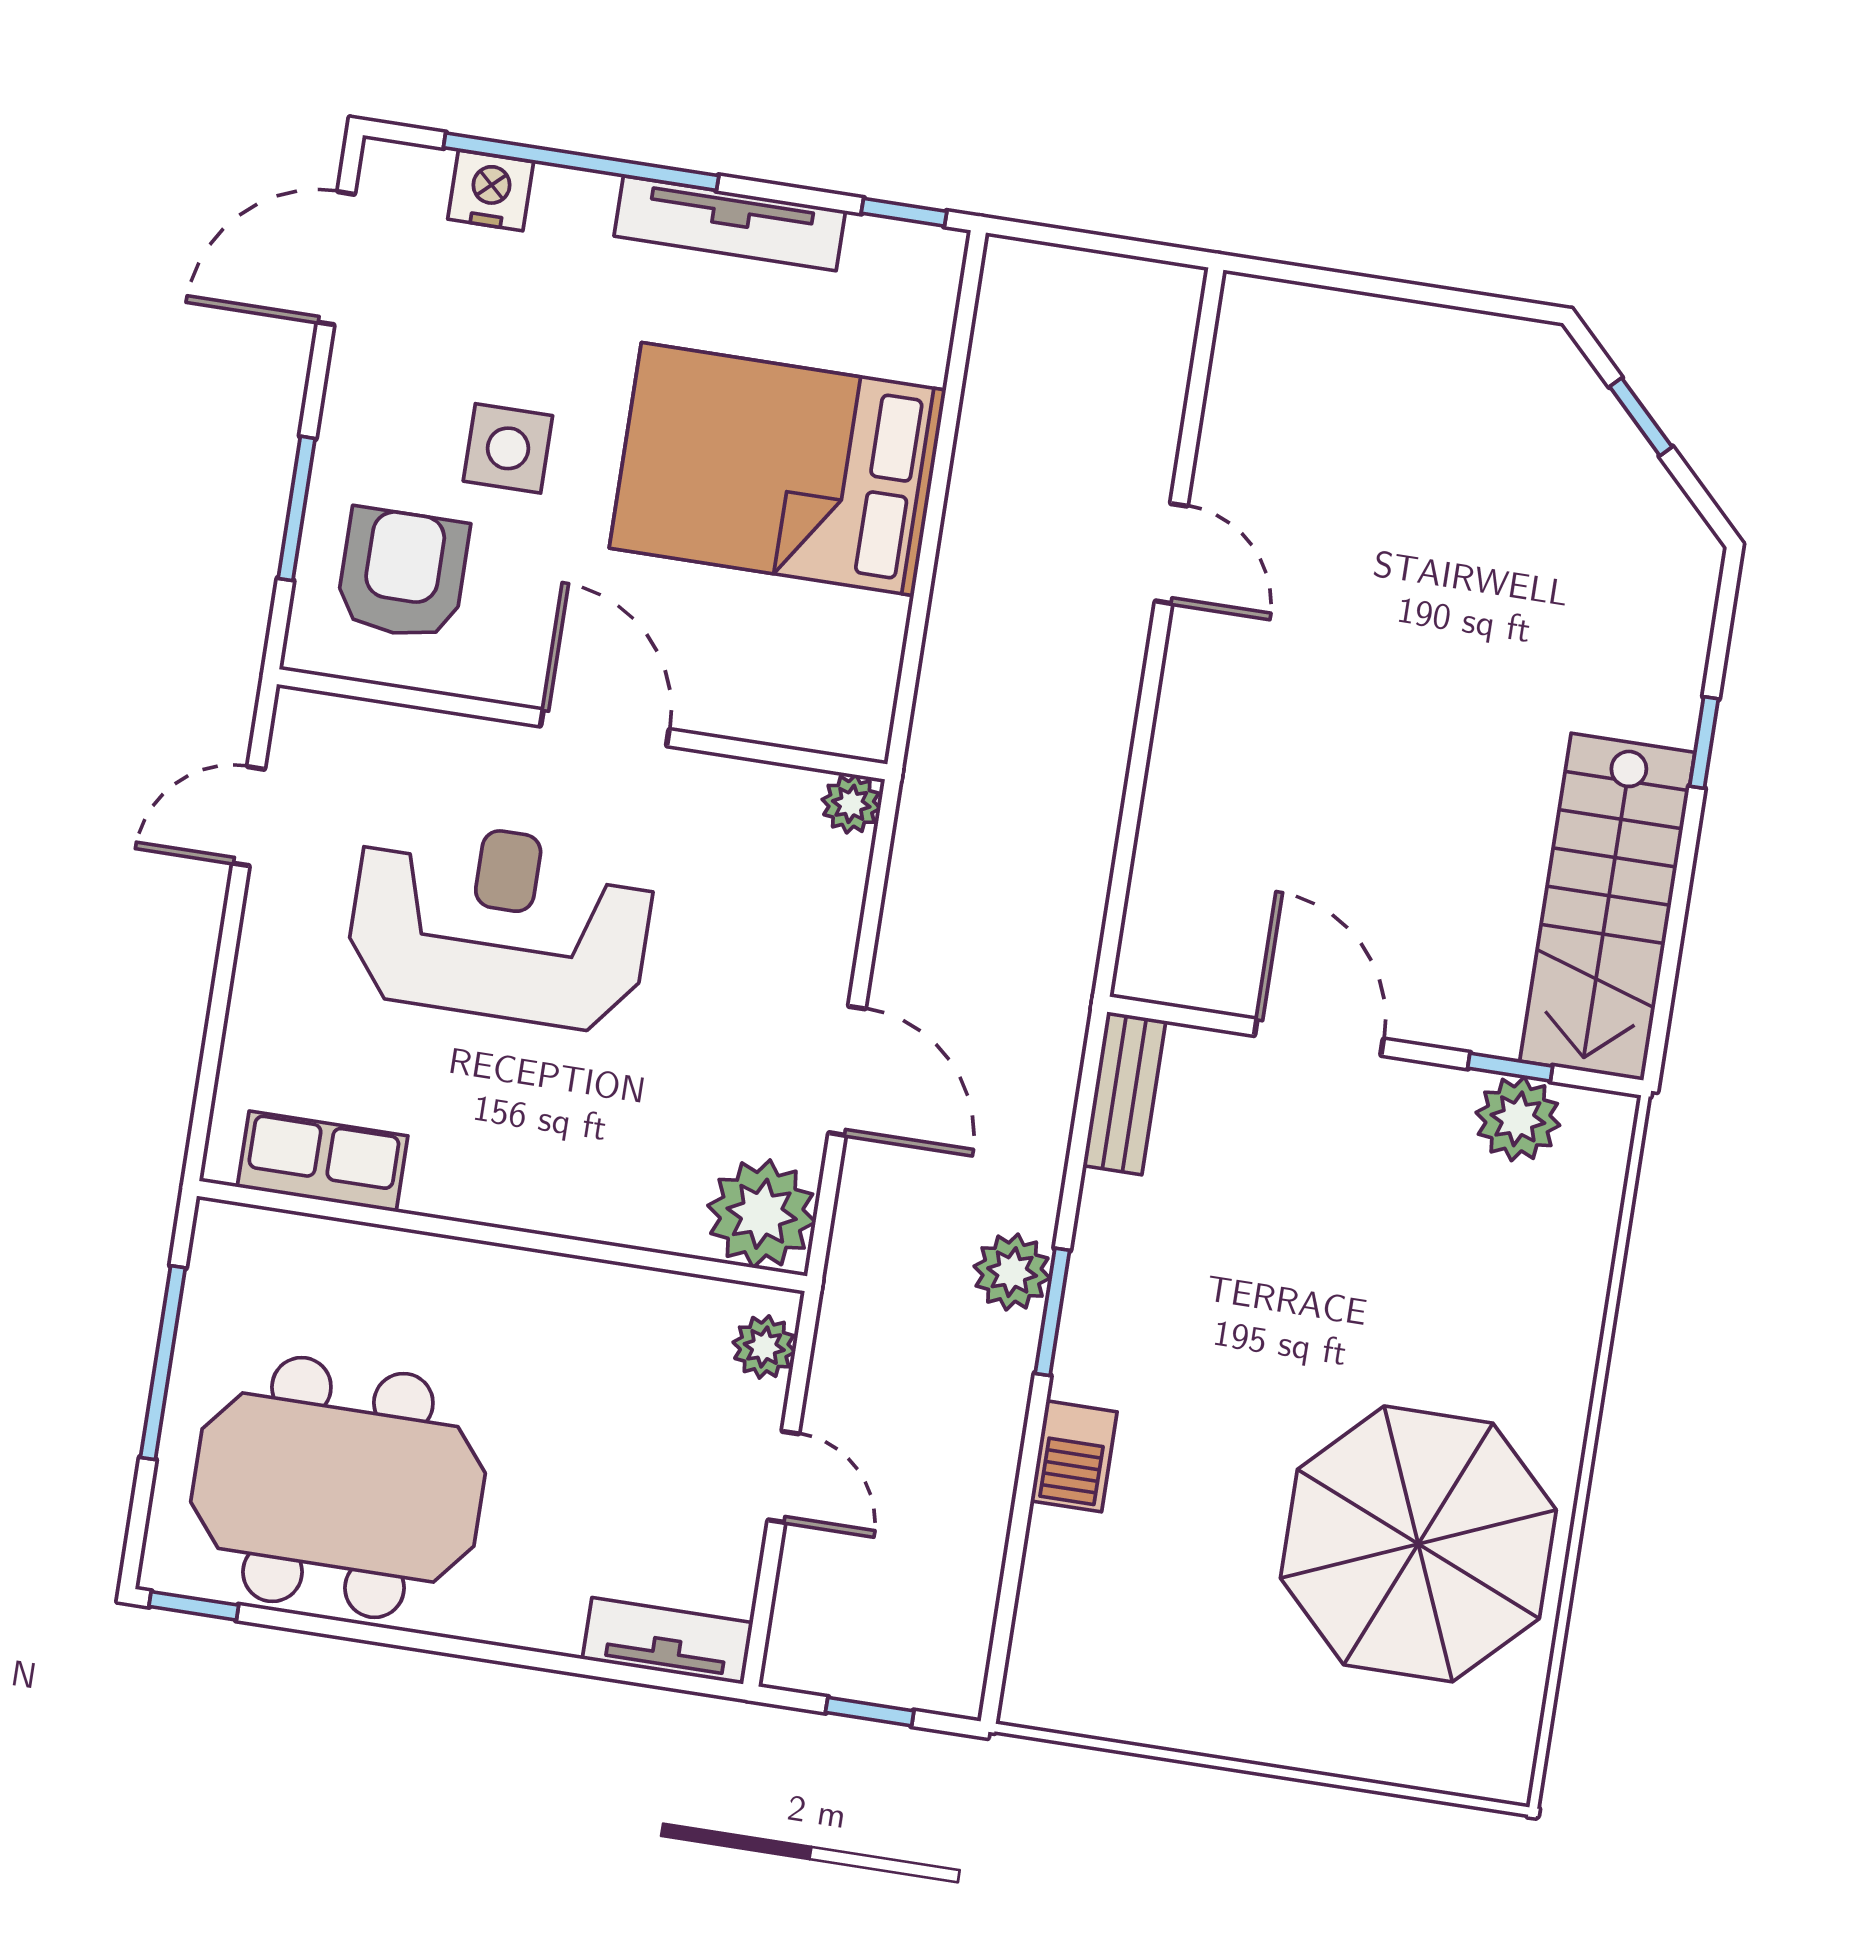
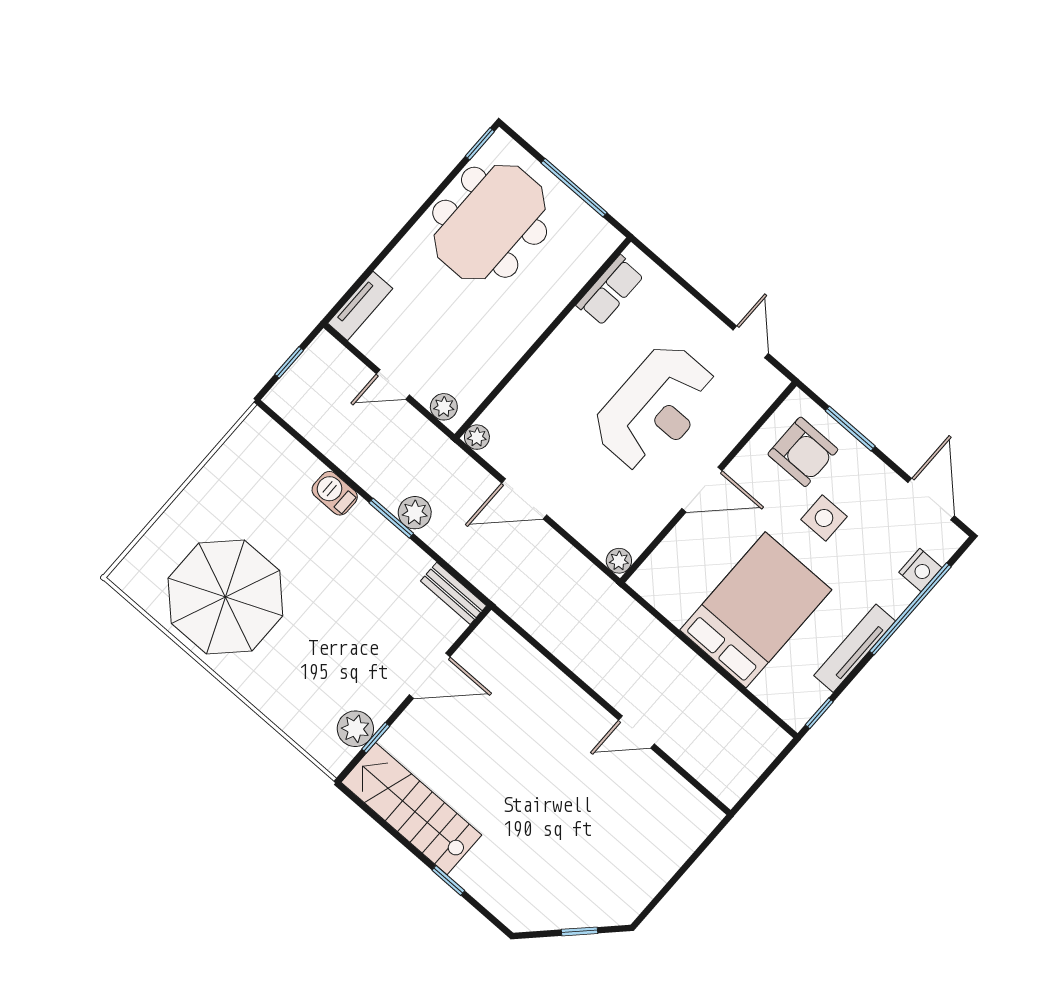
plant: (762, 1214) -> (477, 437), width x0.53, depth x0.53

